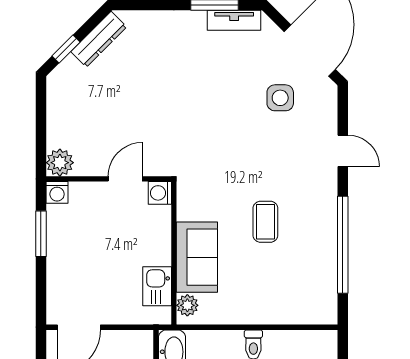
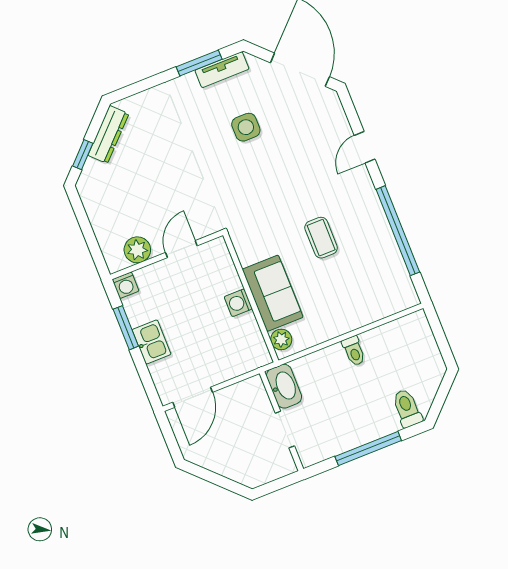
side table: (280, 98) -> (246, 127), moved
door: (343, 151) -> (365, 147), swing flipped
plant: (60, 163) -> (137, 250), moved
washing machine: (160, 193) -> (238, 303), moved
kitchen sink: (157, 286) -> (151, 342), moved, turned 180

